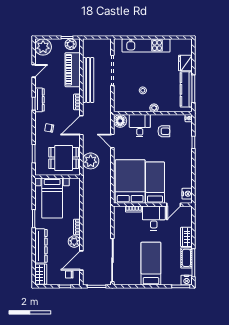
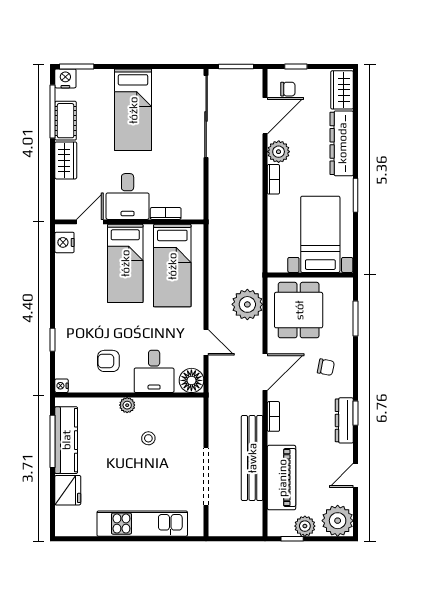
plant: (71, 44) -> (305, 526), moved
dining table: (64, 158) -> (299, 310), turned 90
bed: (130, 181) -> (172, 266), width x0.67

